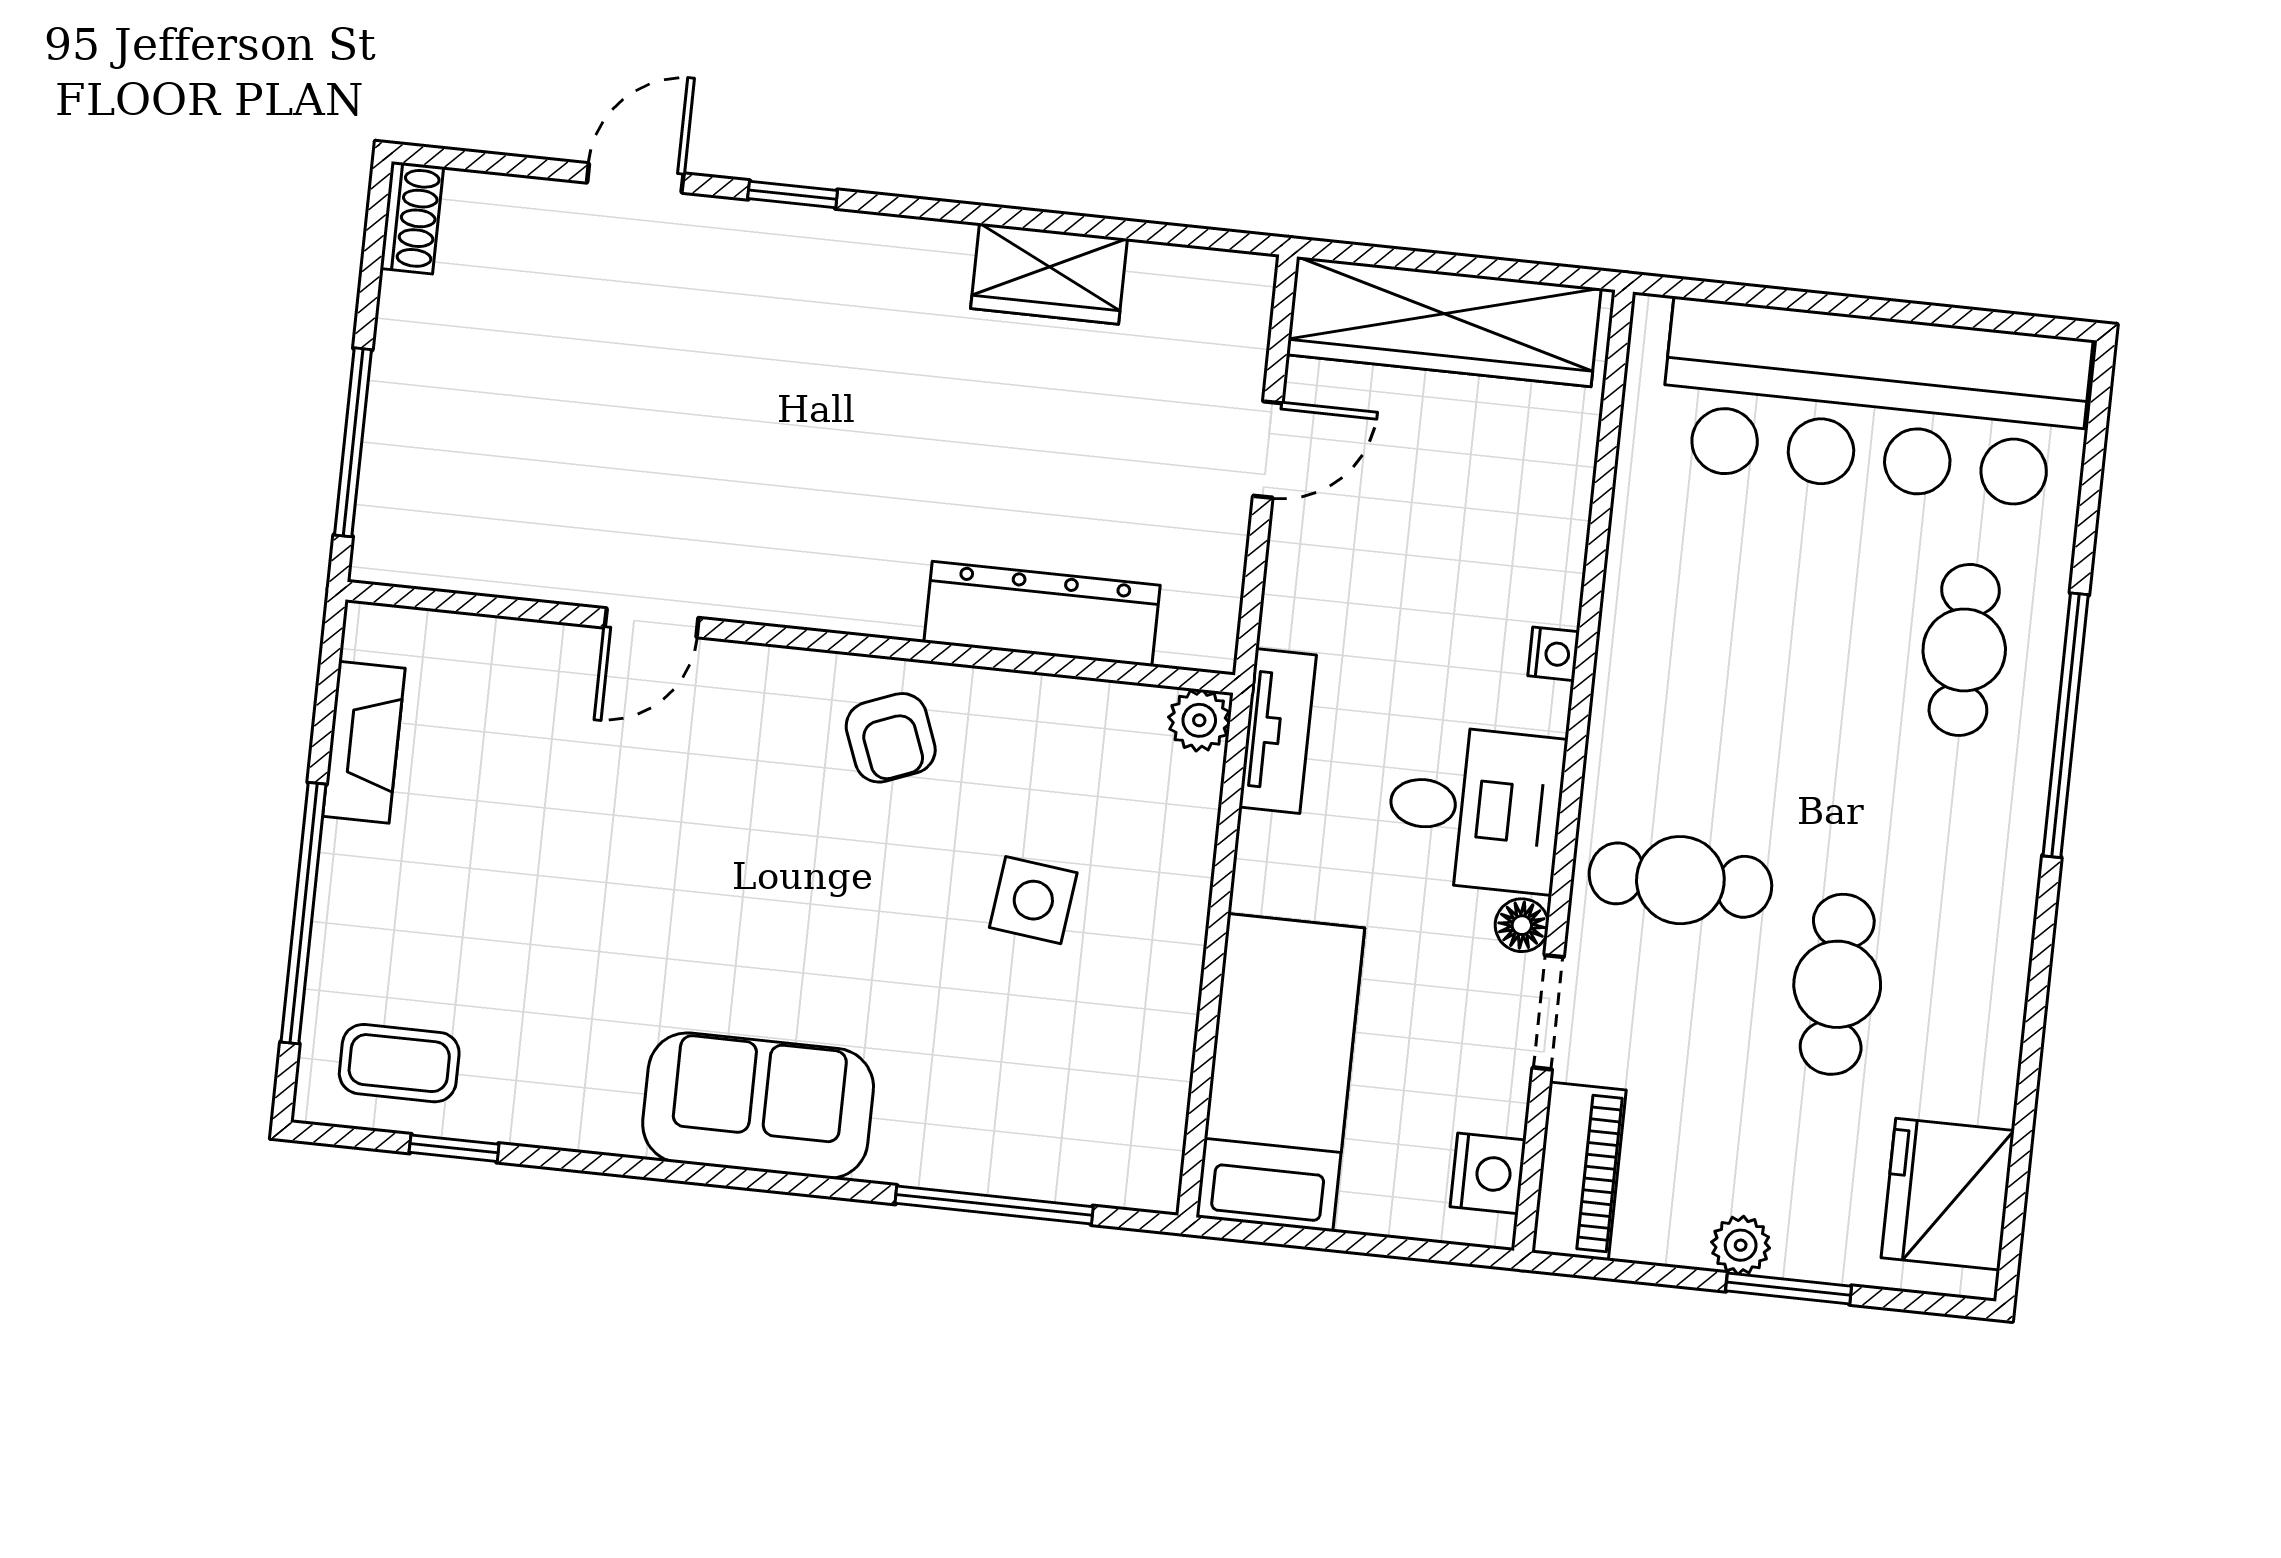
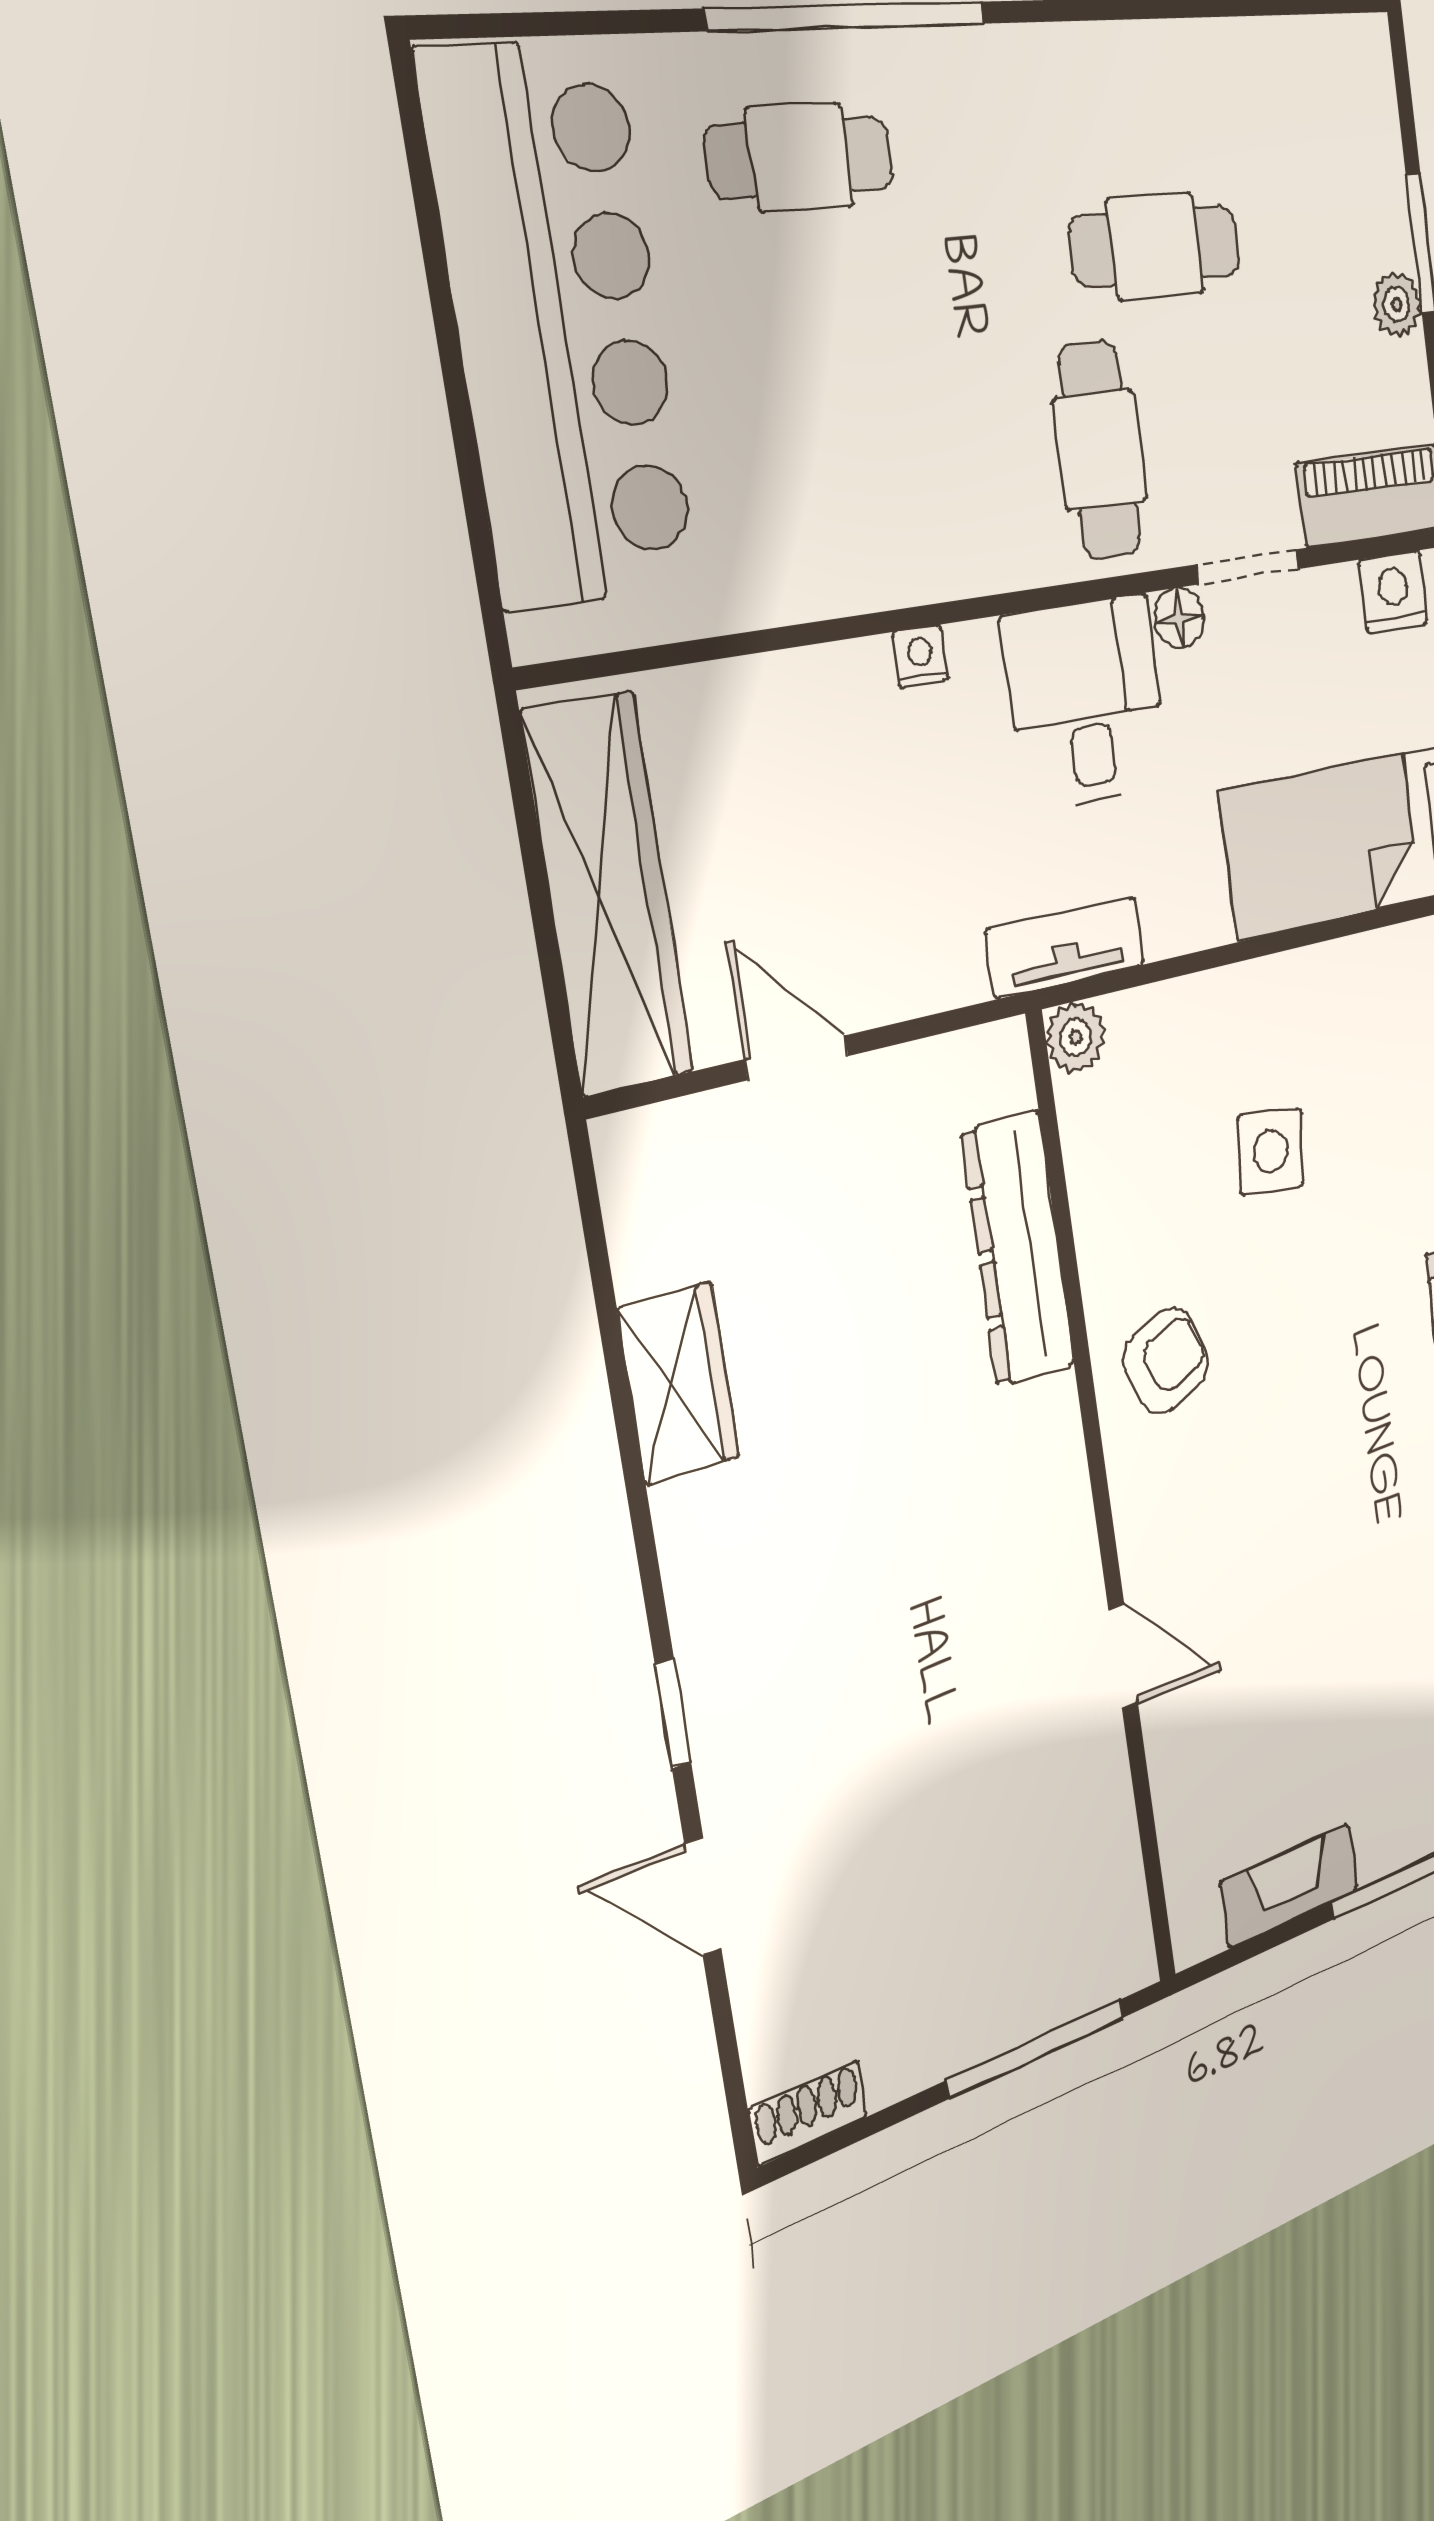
fridge: (1948, 1194) -> (1310, 83), removed

